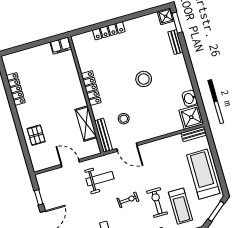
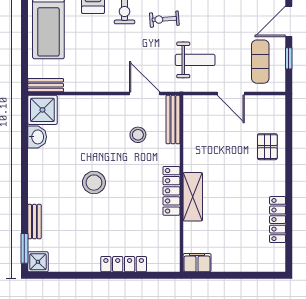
shelving: (86, 124) -> (193, 197), moved
weight bench: (100, 179) -> (195, 60), turned 180
exercise mat: (57, 190) -> (260, 62), added

